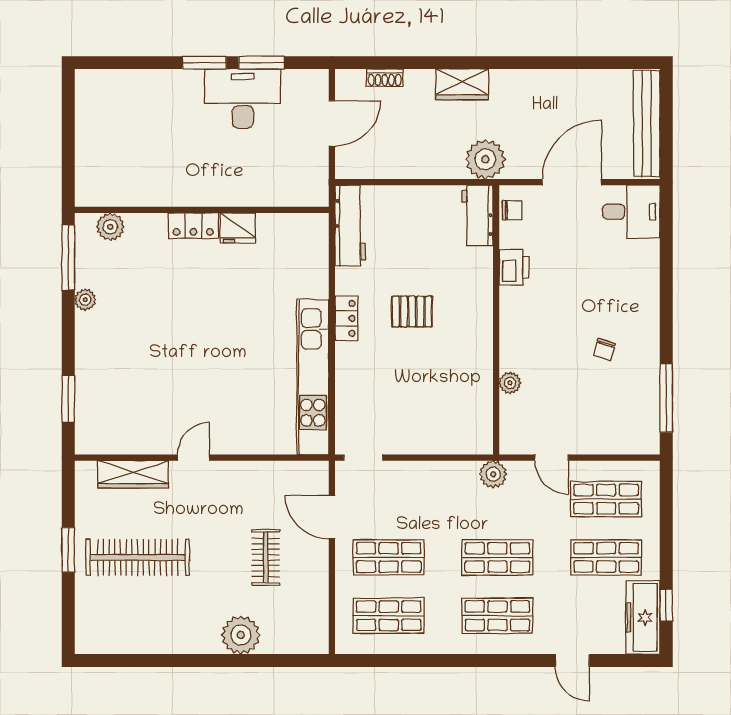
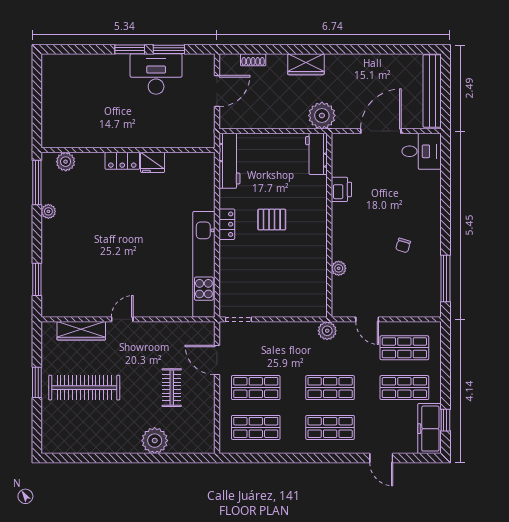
chair: (512, 210) -> (340, 150), removed

